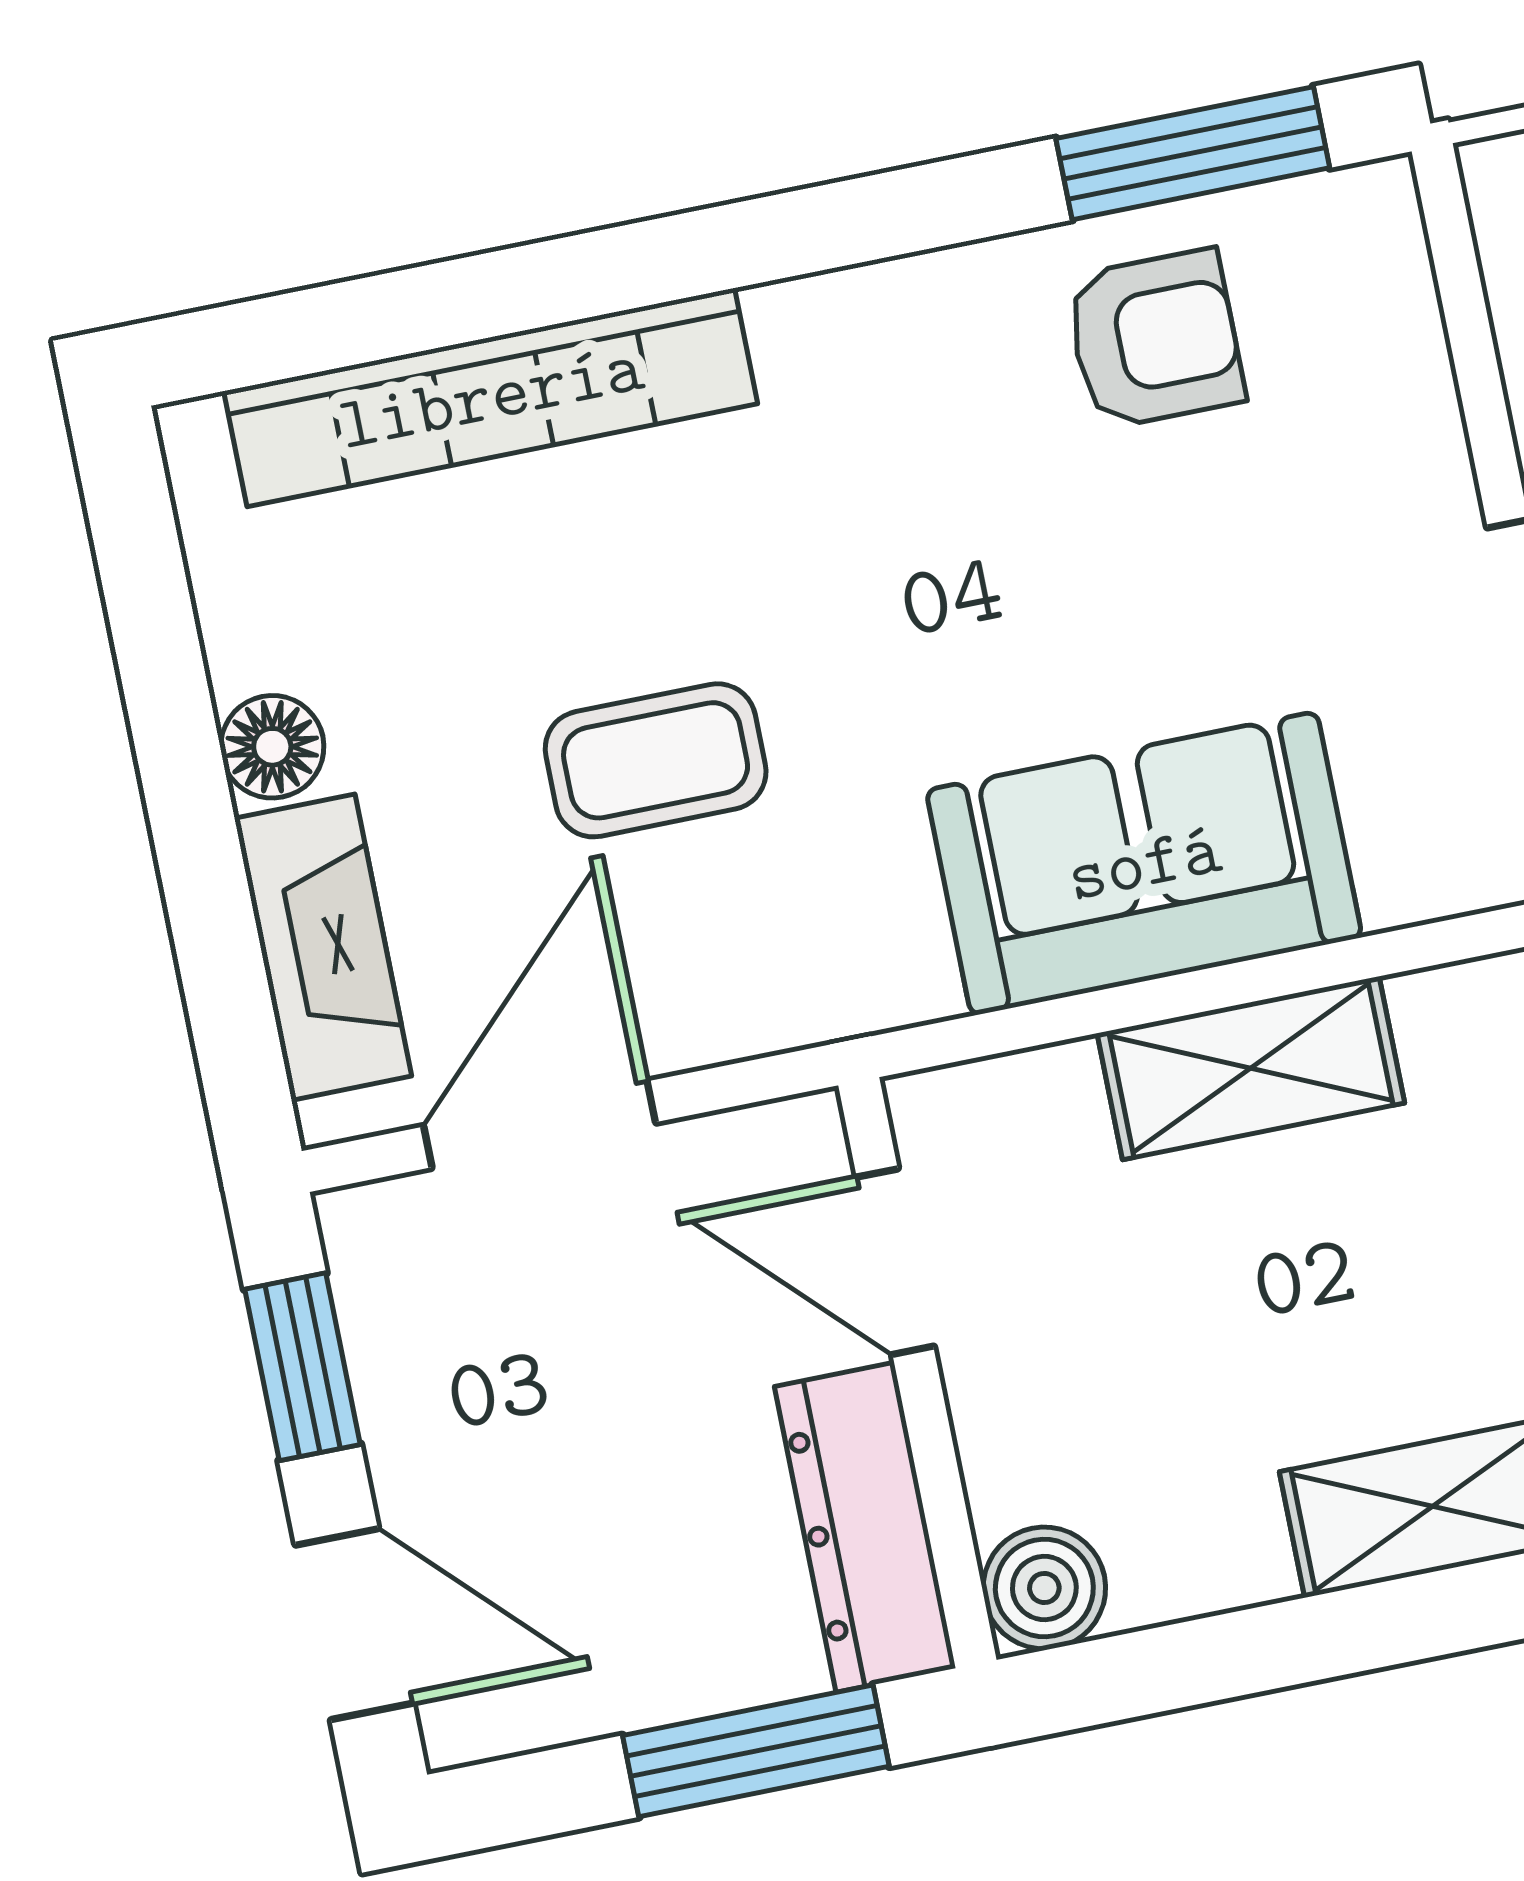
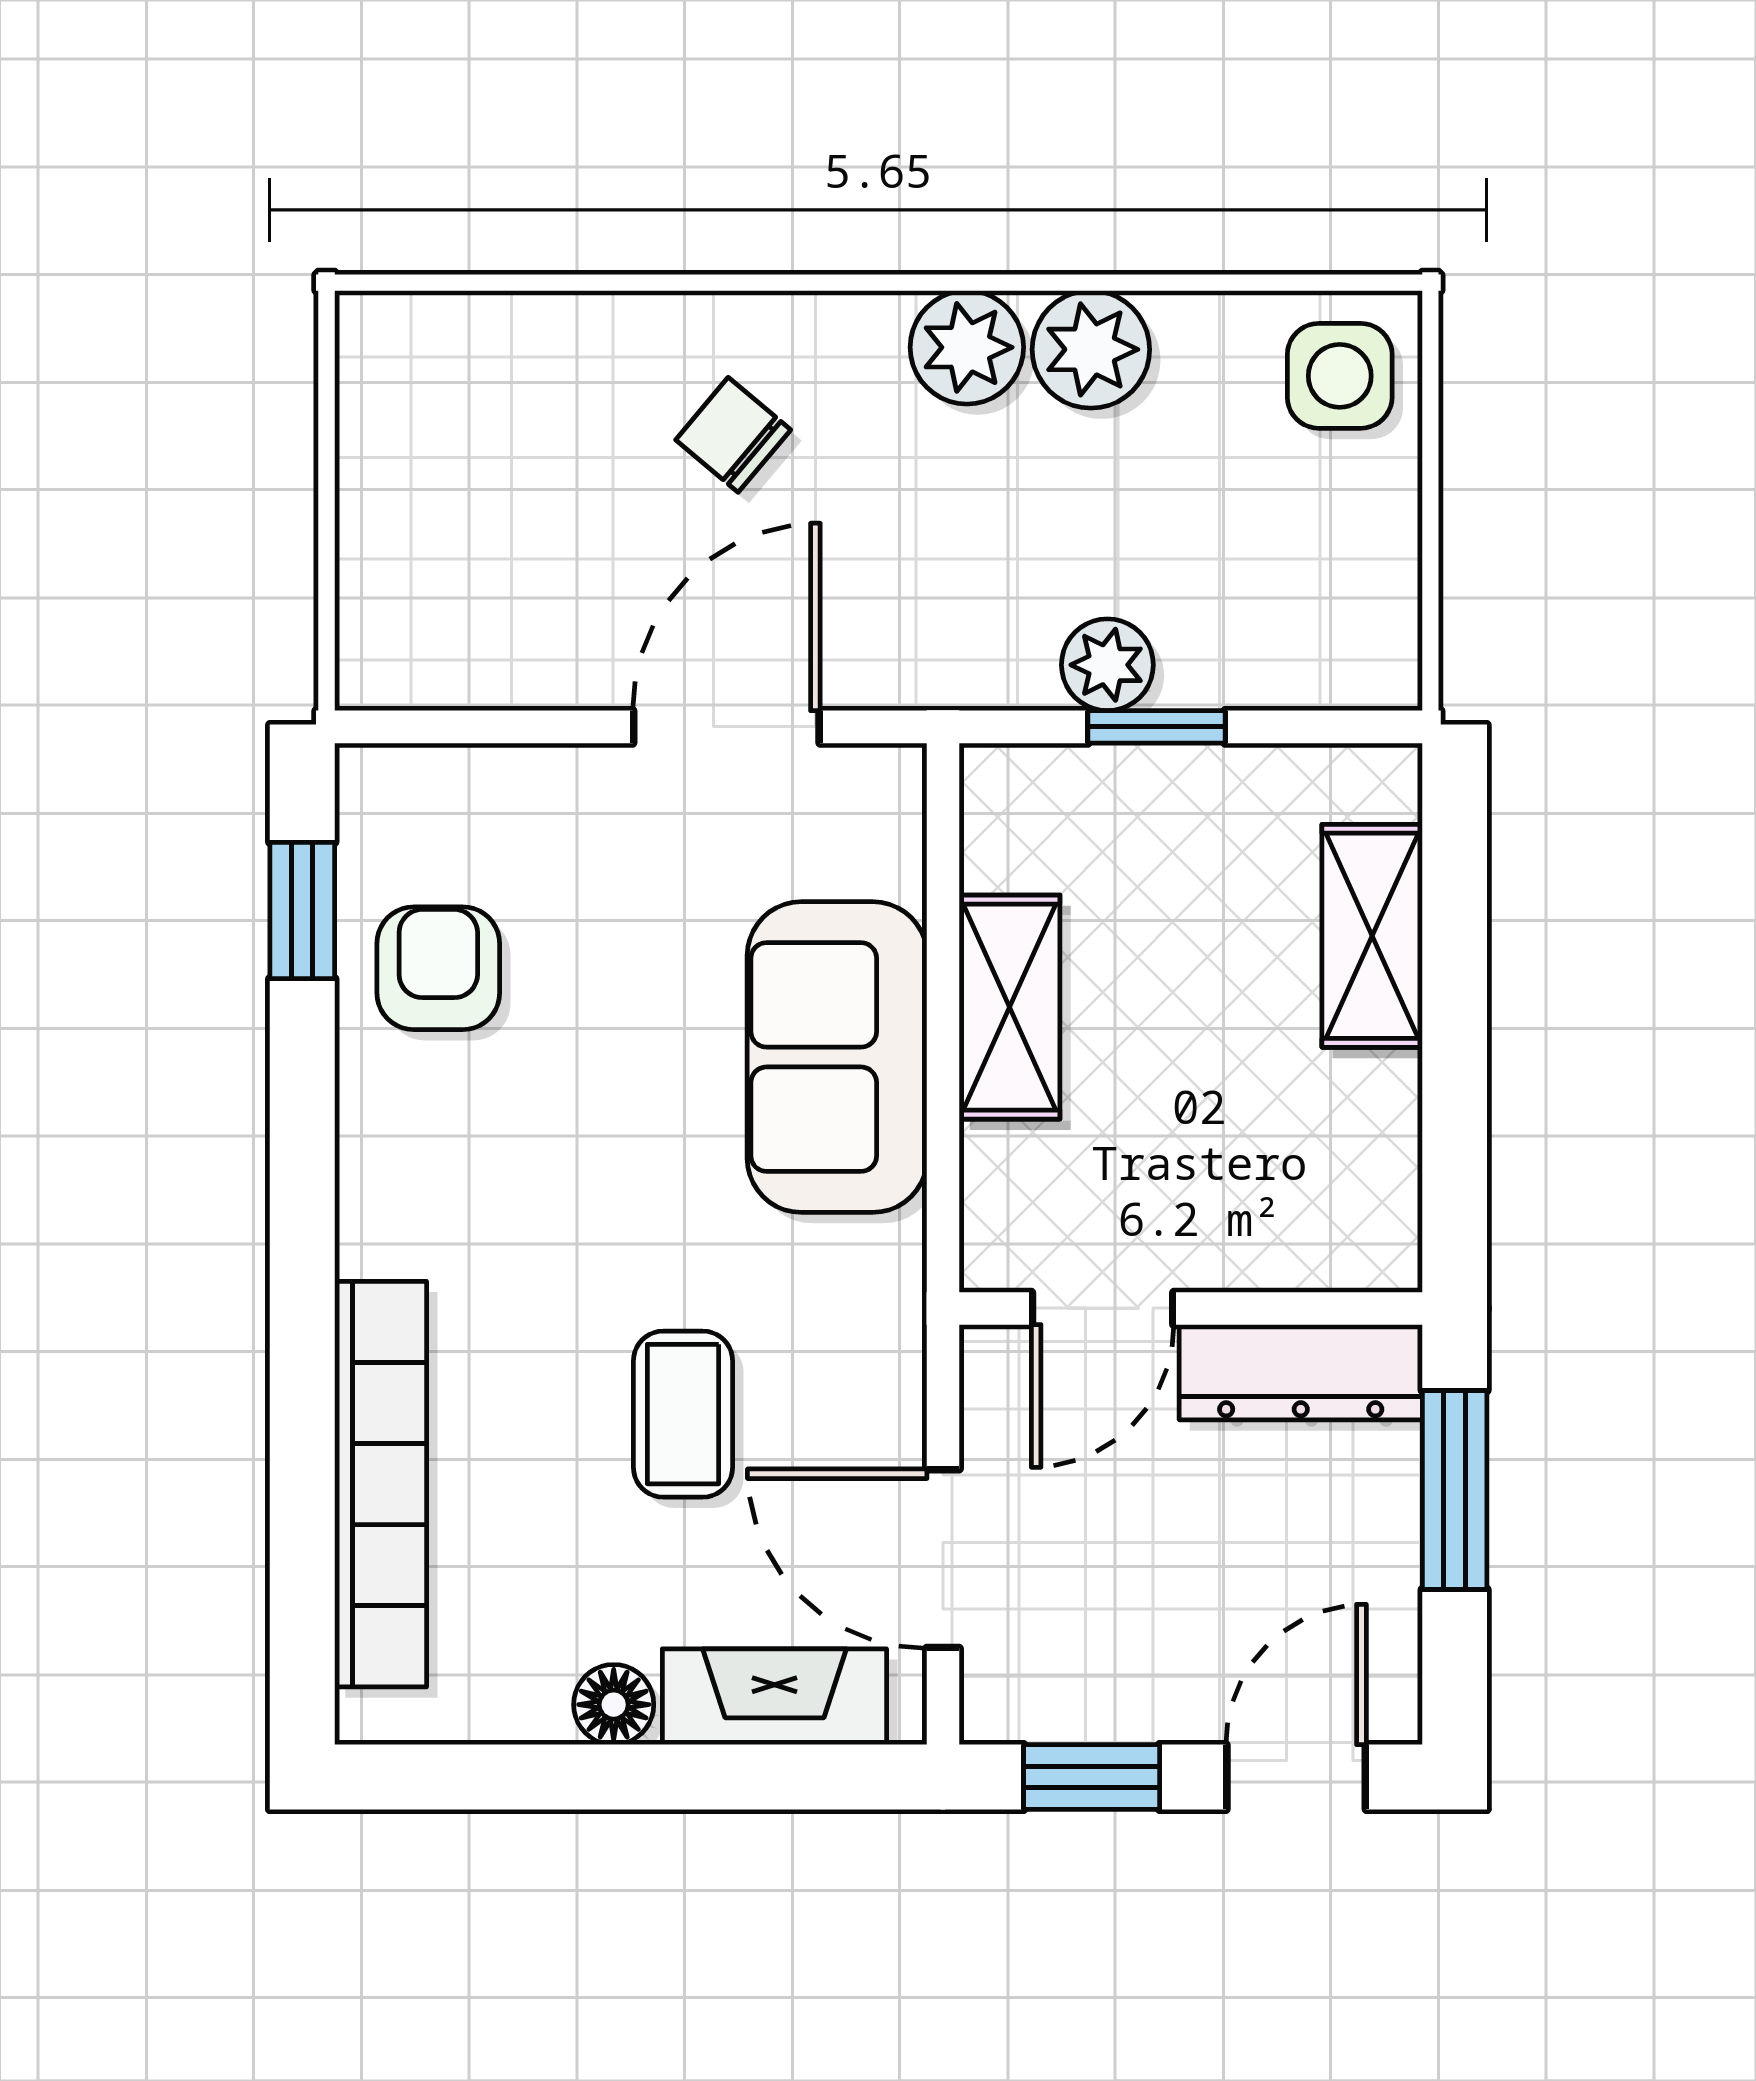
window: (1193, 153) -> (302, 911), width x0.67
boiler: (1044, 1588) -> (1375, 1245), removed

